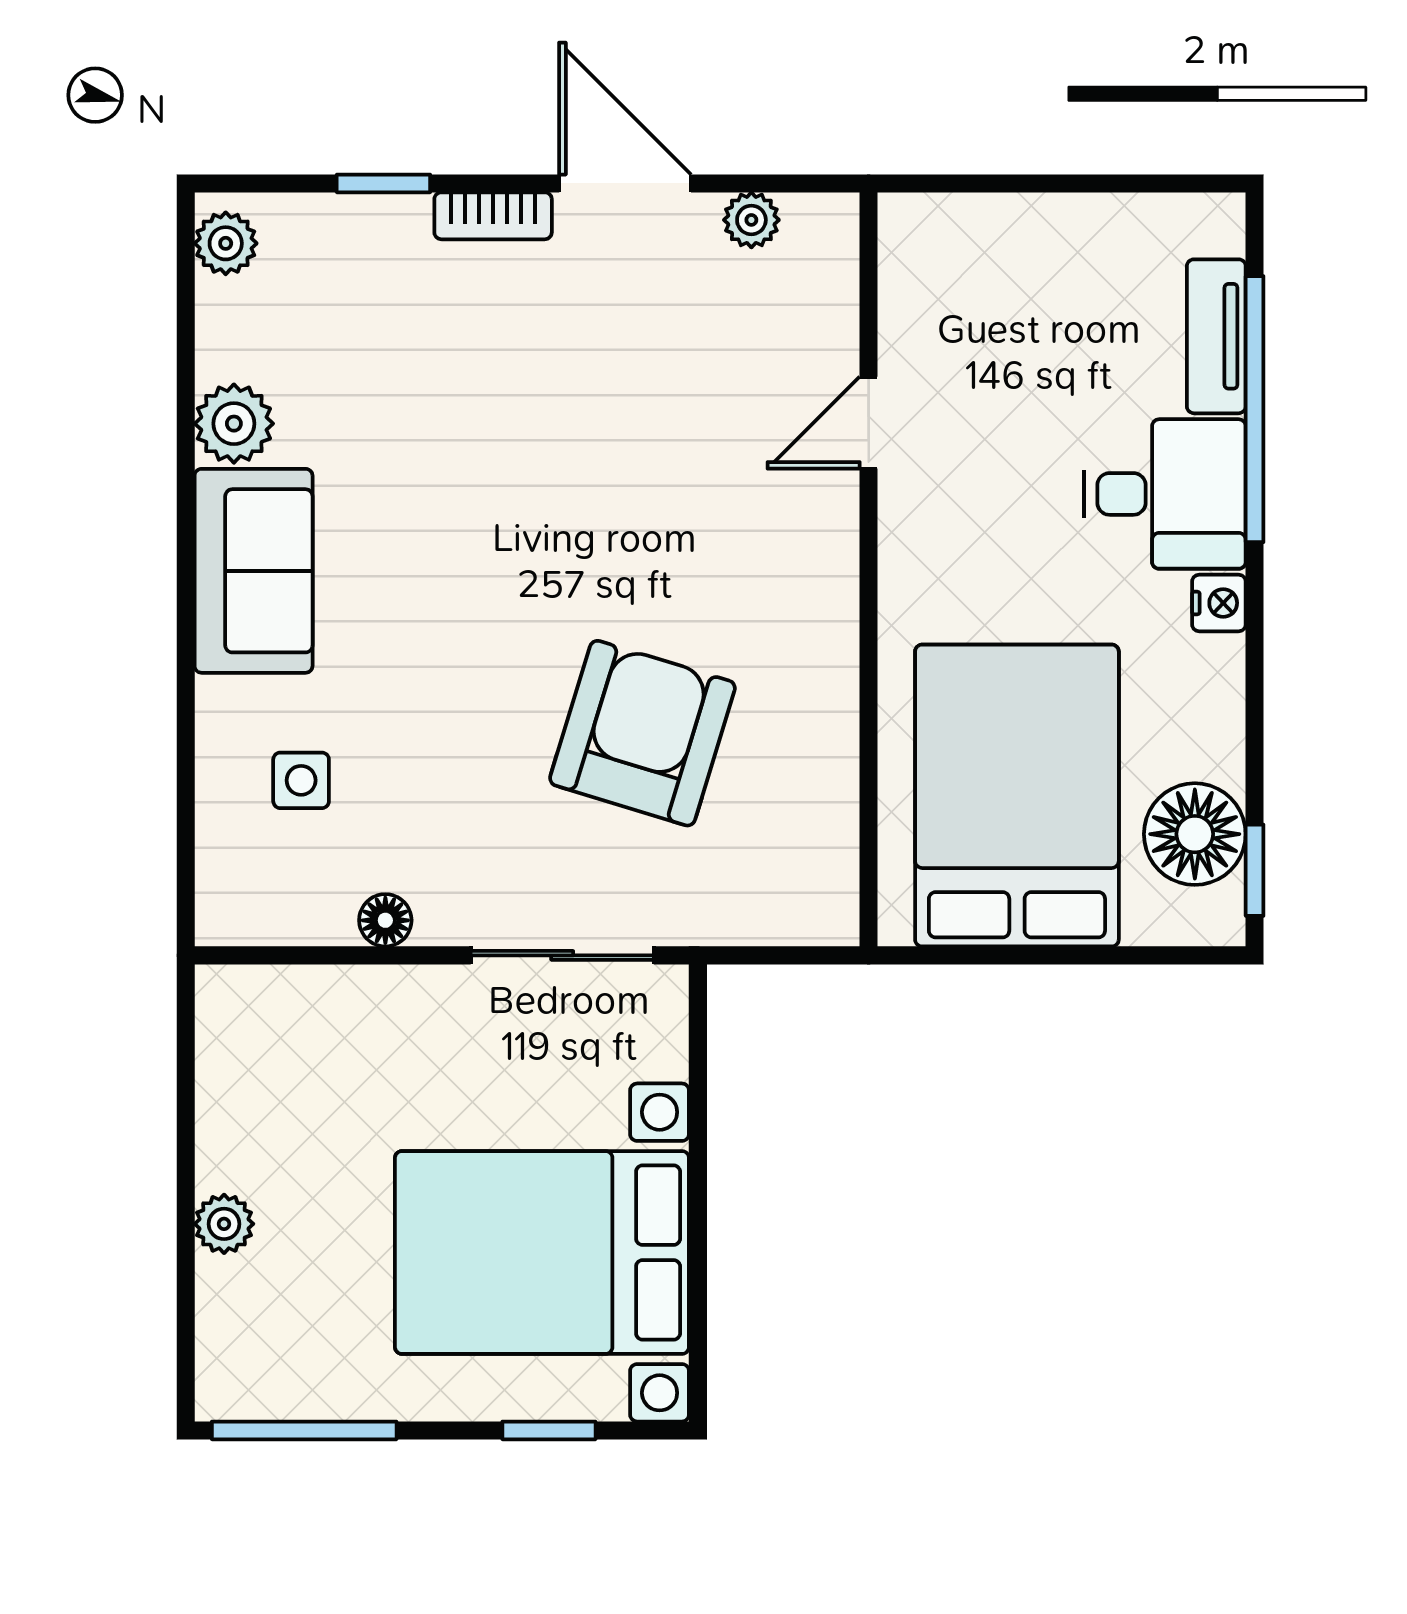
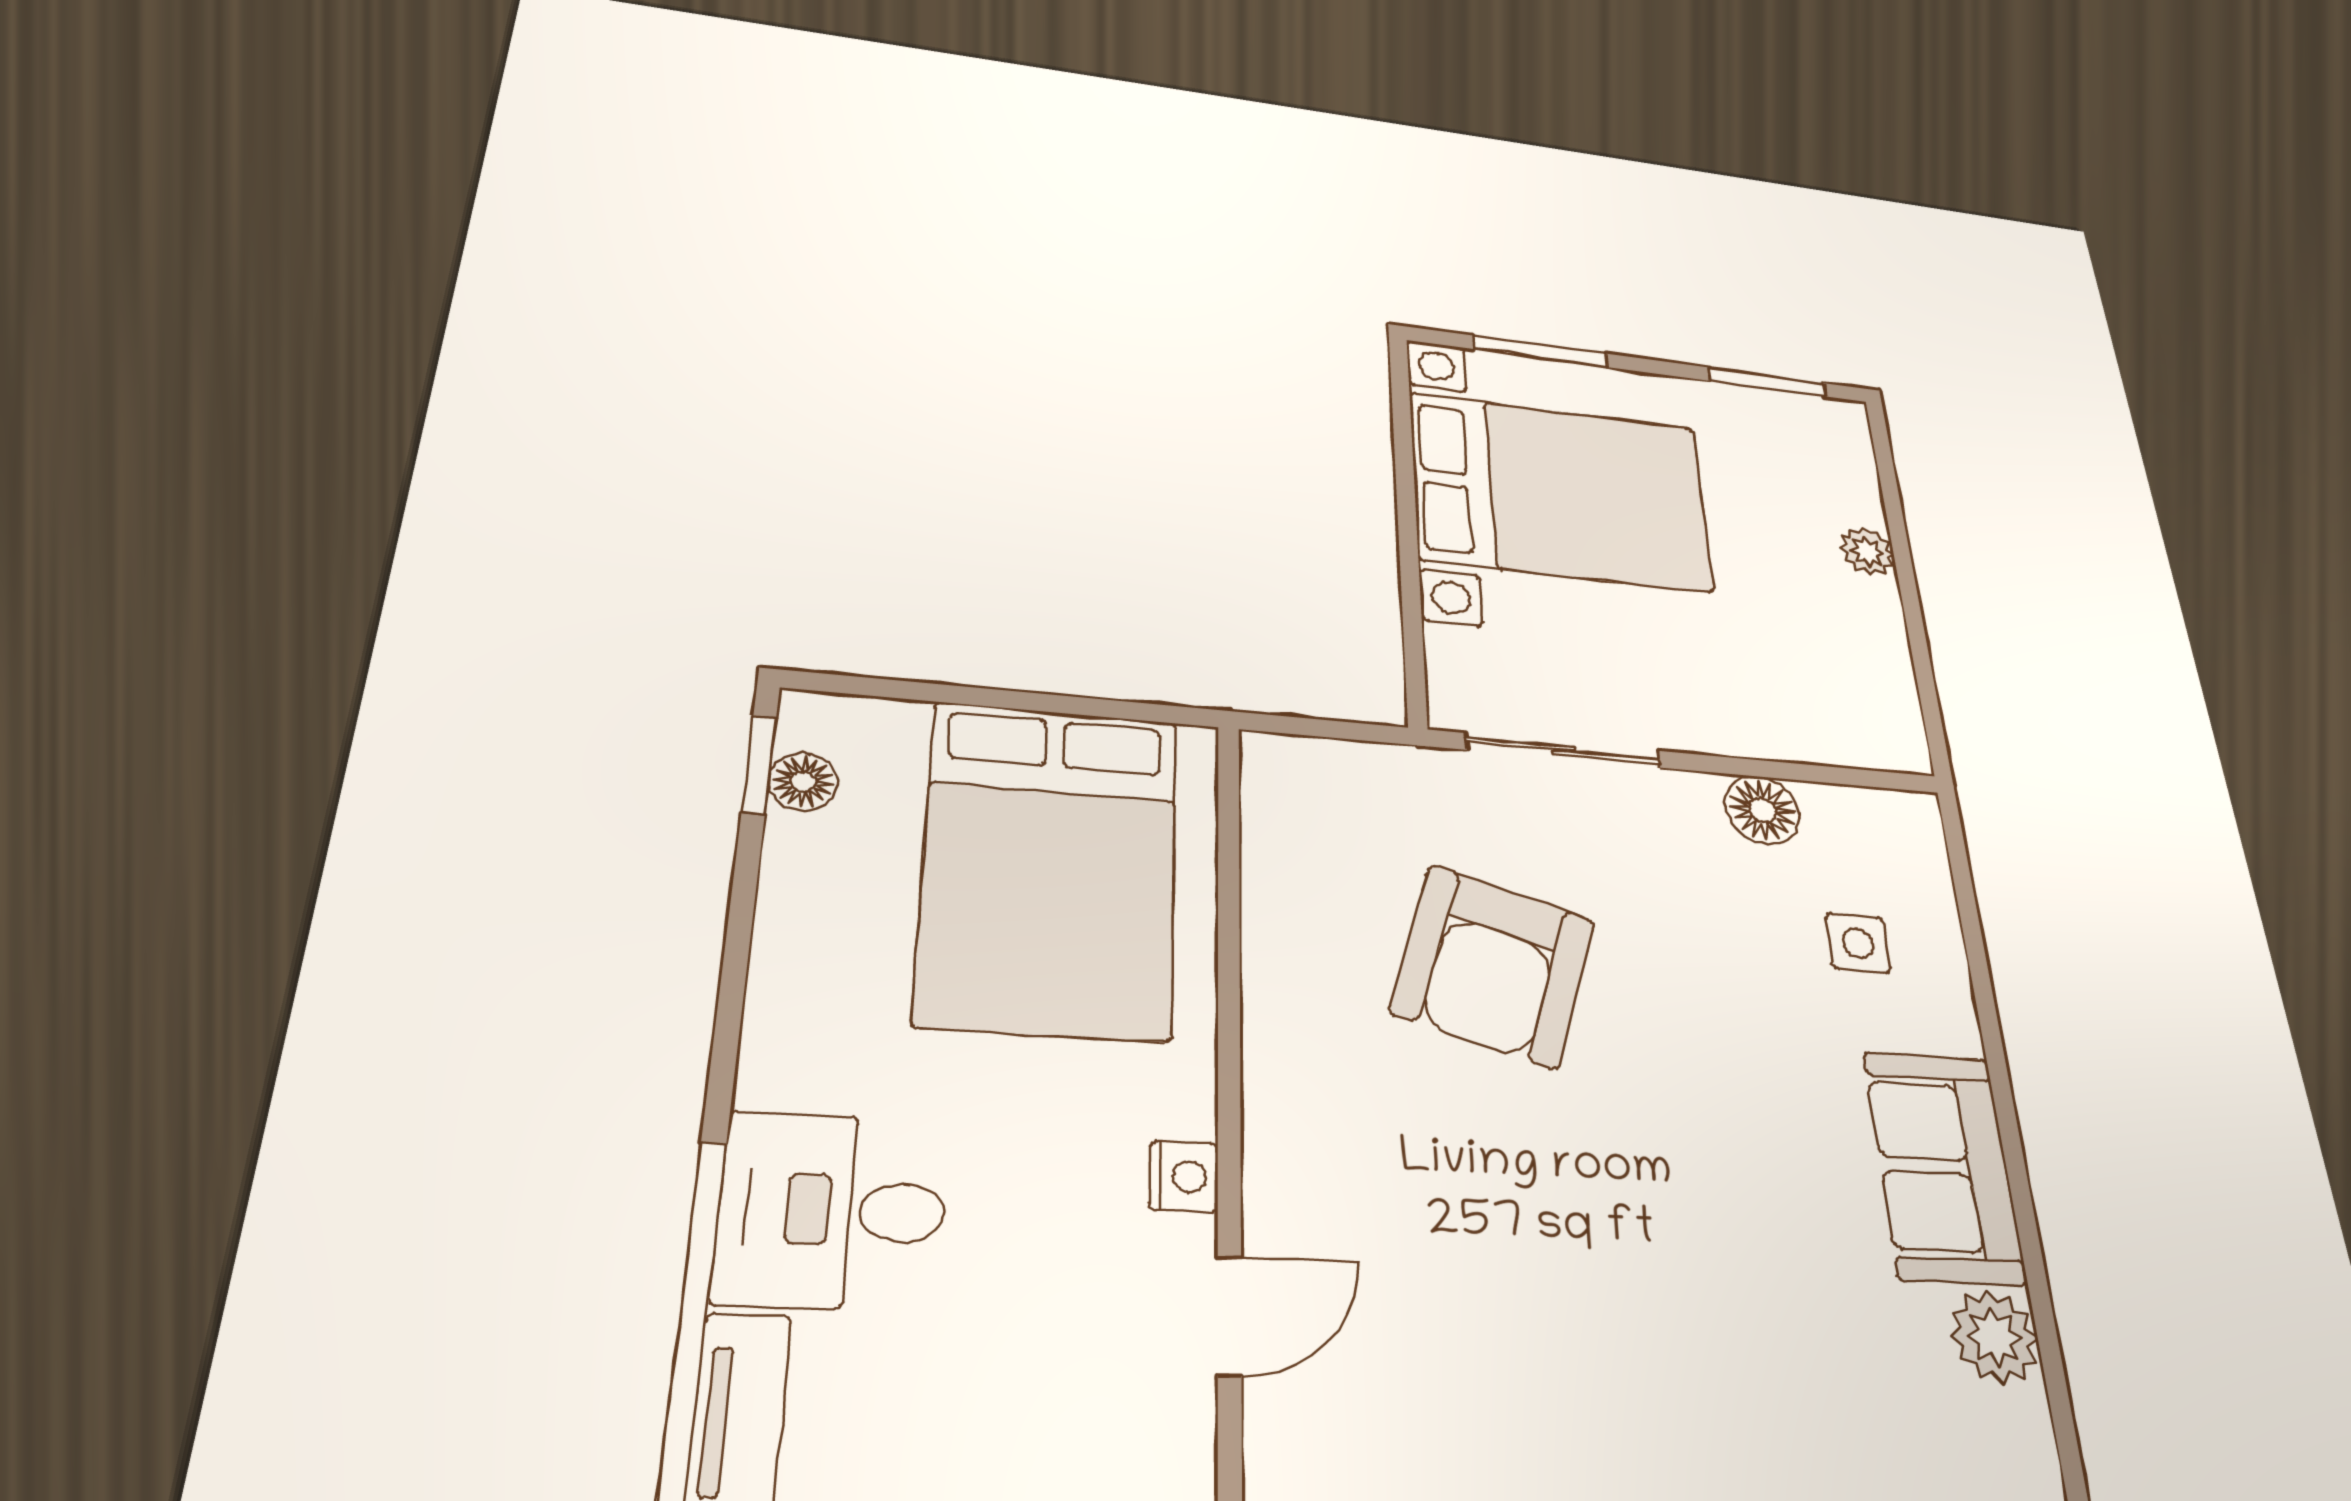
nightstand: (1219, 603) -> (1184, 1176), moved, turned 180
floor lamp: (1195, 834) -> (803, 782), width x0.53, depth x0.53
floor lamp: (385, 920) -> (1762, 810), width x1.37, depth x1.37
window: (304, 1430) -> (1767, 382), width x0.69
window: (549, 1430) -> (1541, 351), width x1.50

